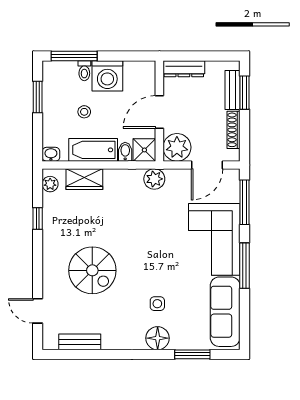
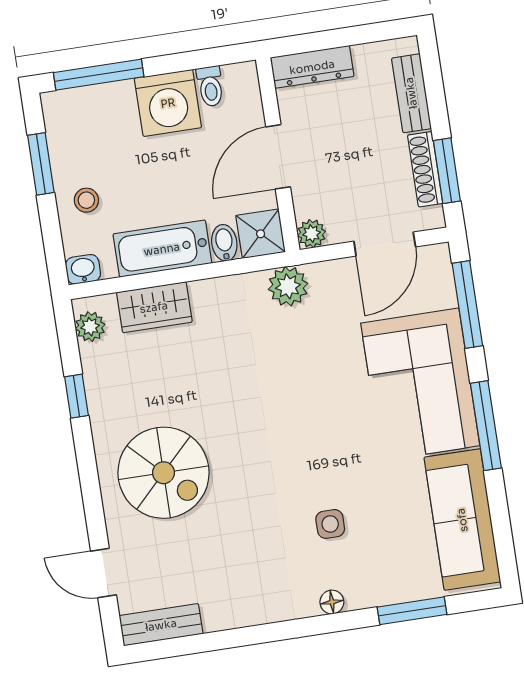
toilet: (84, 71) -> (210, 86), moved
window: (245, 93) -> (447, 171), moved
stool: (84, 112) -> (86, 200), moved
plant: (177, 147) -> (312, 234), width x0.53, depth x0.53
spiral stairs: (92, 270) -> (163, 473), moved
floor lamp: (158, 338) -> (332, 602), width x0.53, depth x0.53
bench: (80, 342) -> (161, 625), moved

